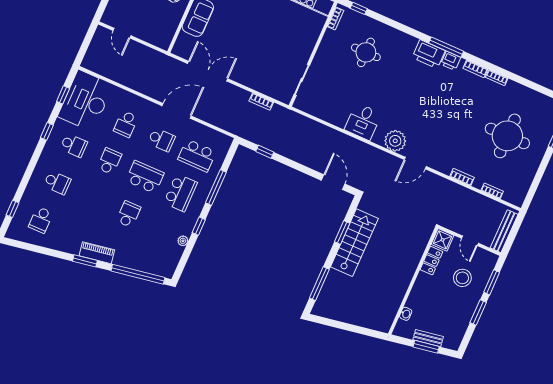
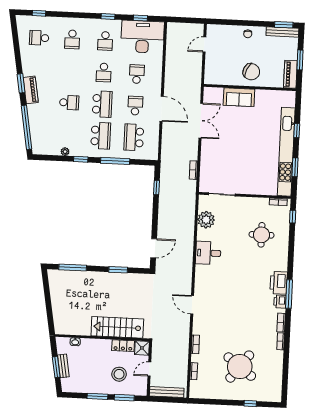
school desk: (126, 124) -> (137, 74), turned 90
round table: (507, 136) -> (240, 367), turned 37
school desk: (161, 140) -> (135, 106), turned 180
plant: (395, 141) -> (206, 220), moved
school desk: (109, 161) -> (104, 72), turned 90
school desk: (181, 193) -> (101, 136), turned -90
stairs: (354, 243) -> (117, 327), moved, turned 180

